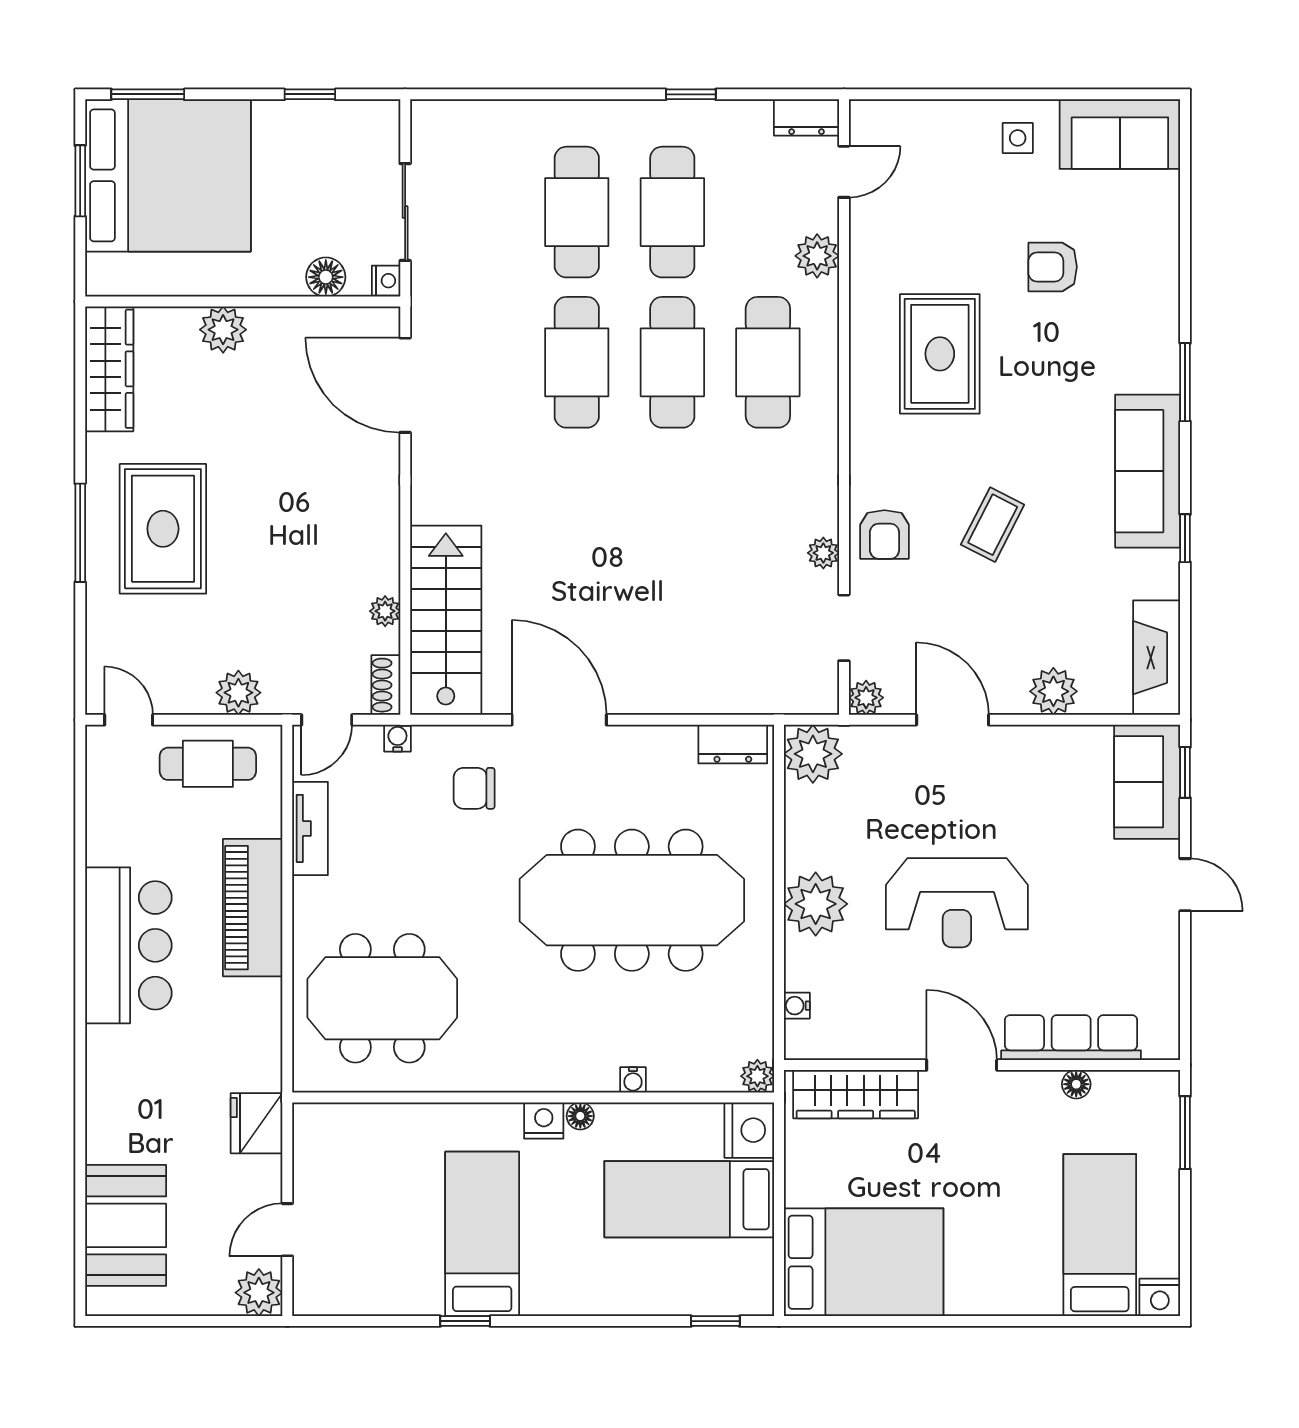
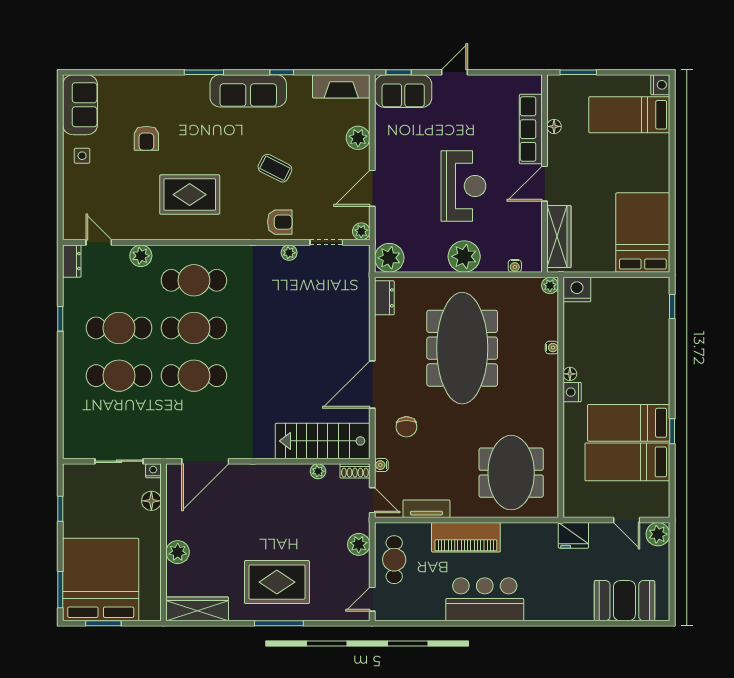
bed: (689, 1199) -> (627, 462), moved, turned 90

